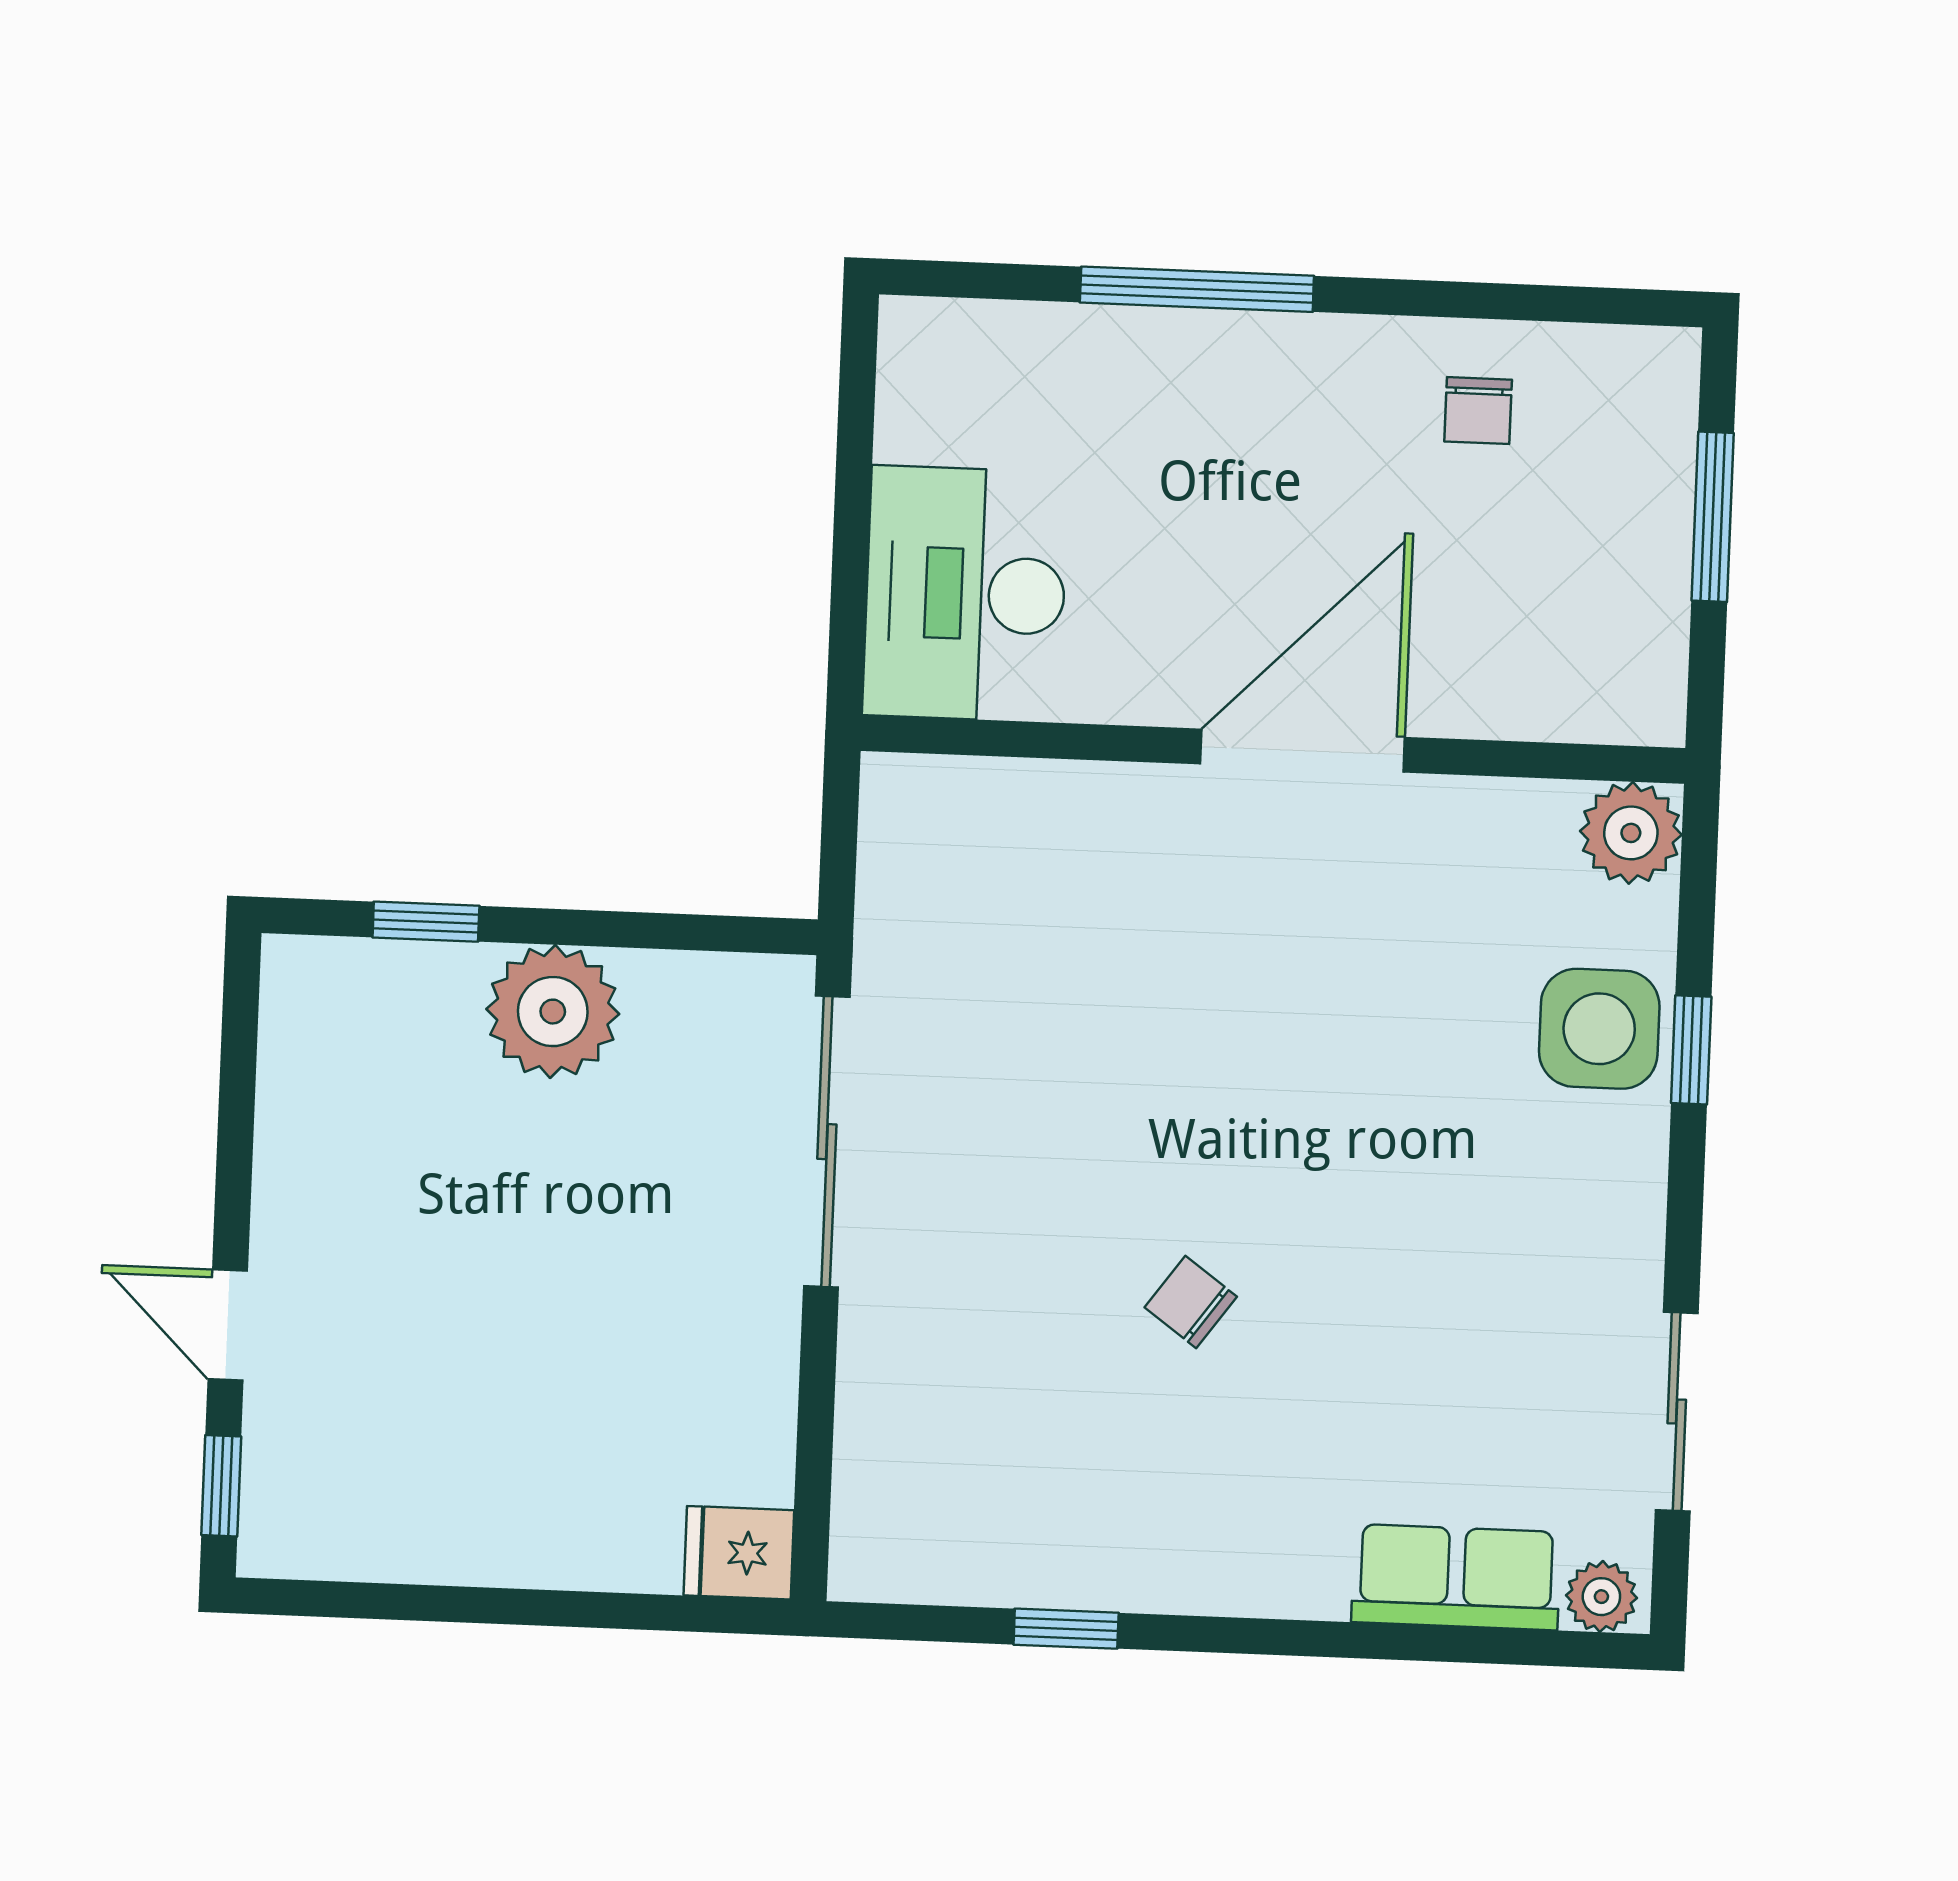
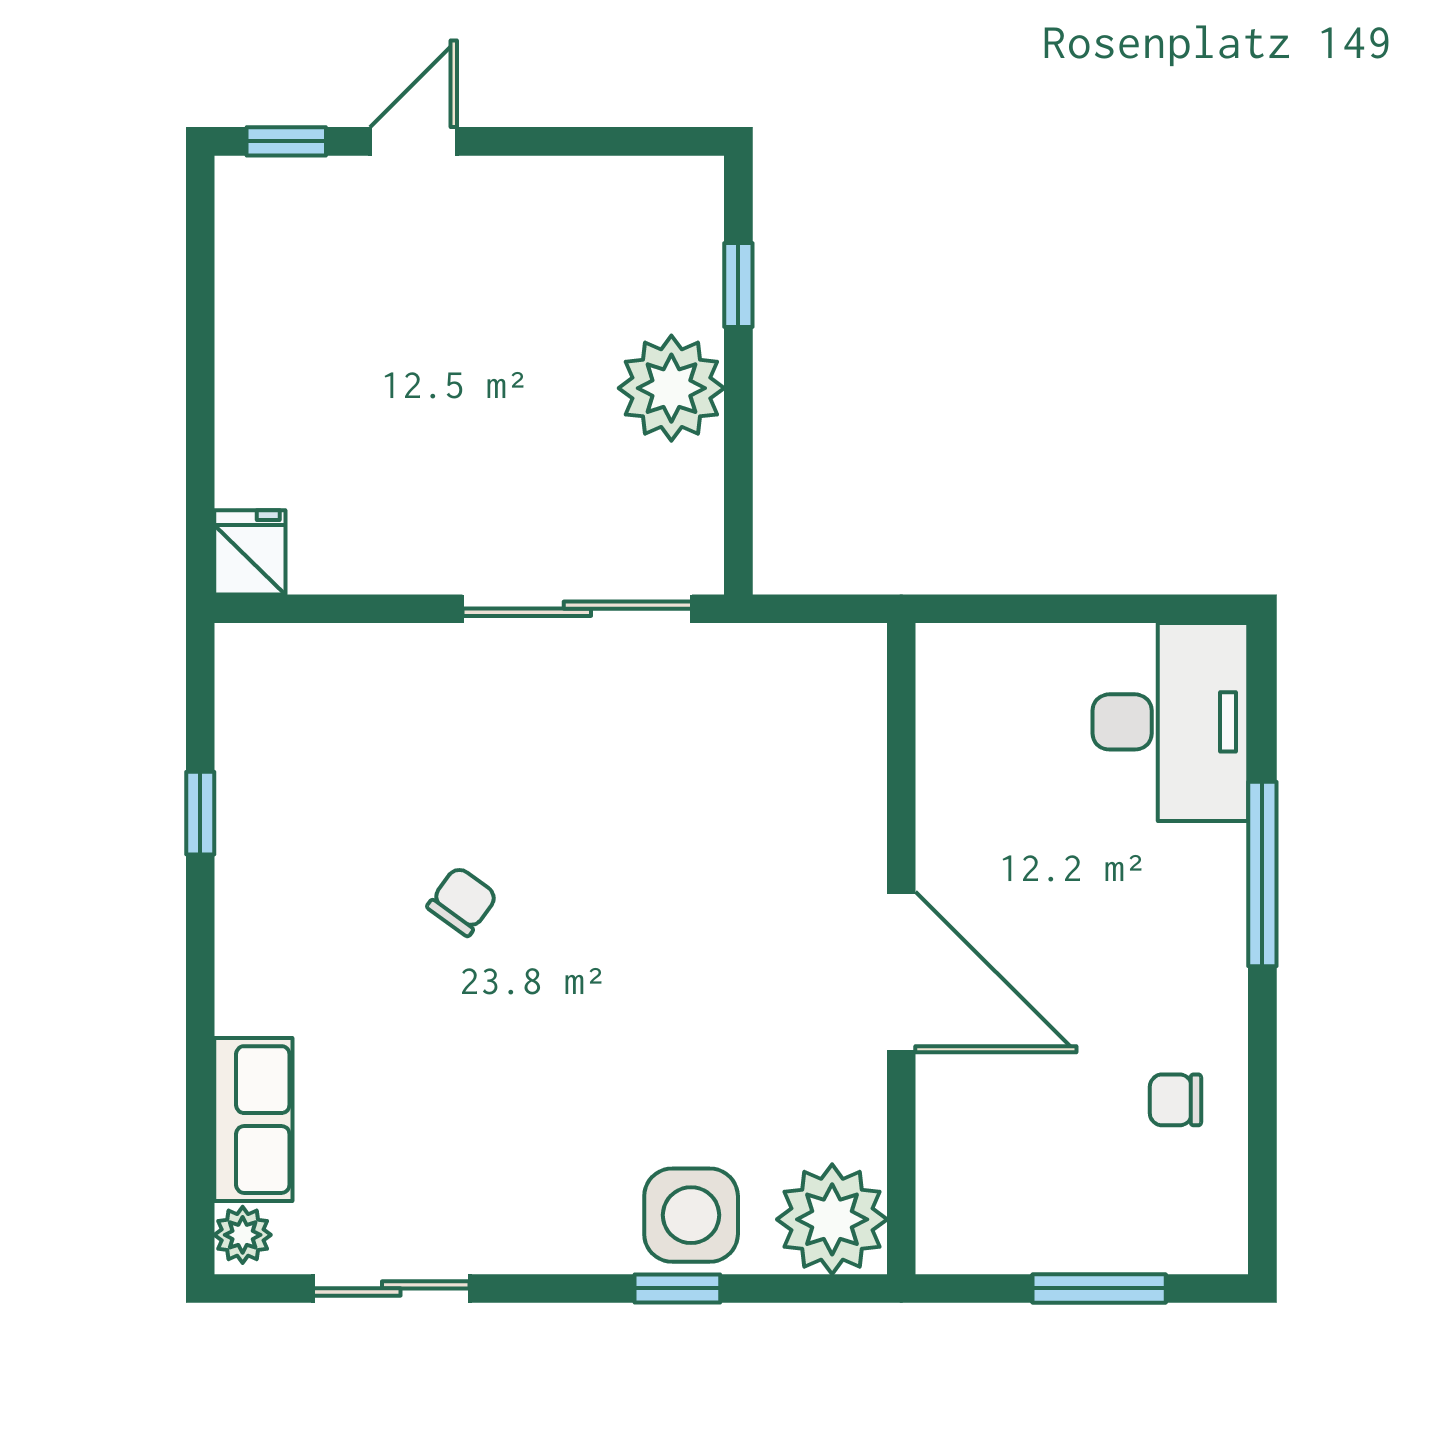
desk: (965, 594) -> (1170, 722), moved, turned 90
plant: (1631, 833) -> (832, 1219), width x1.36, depth x1.36

